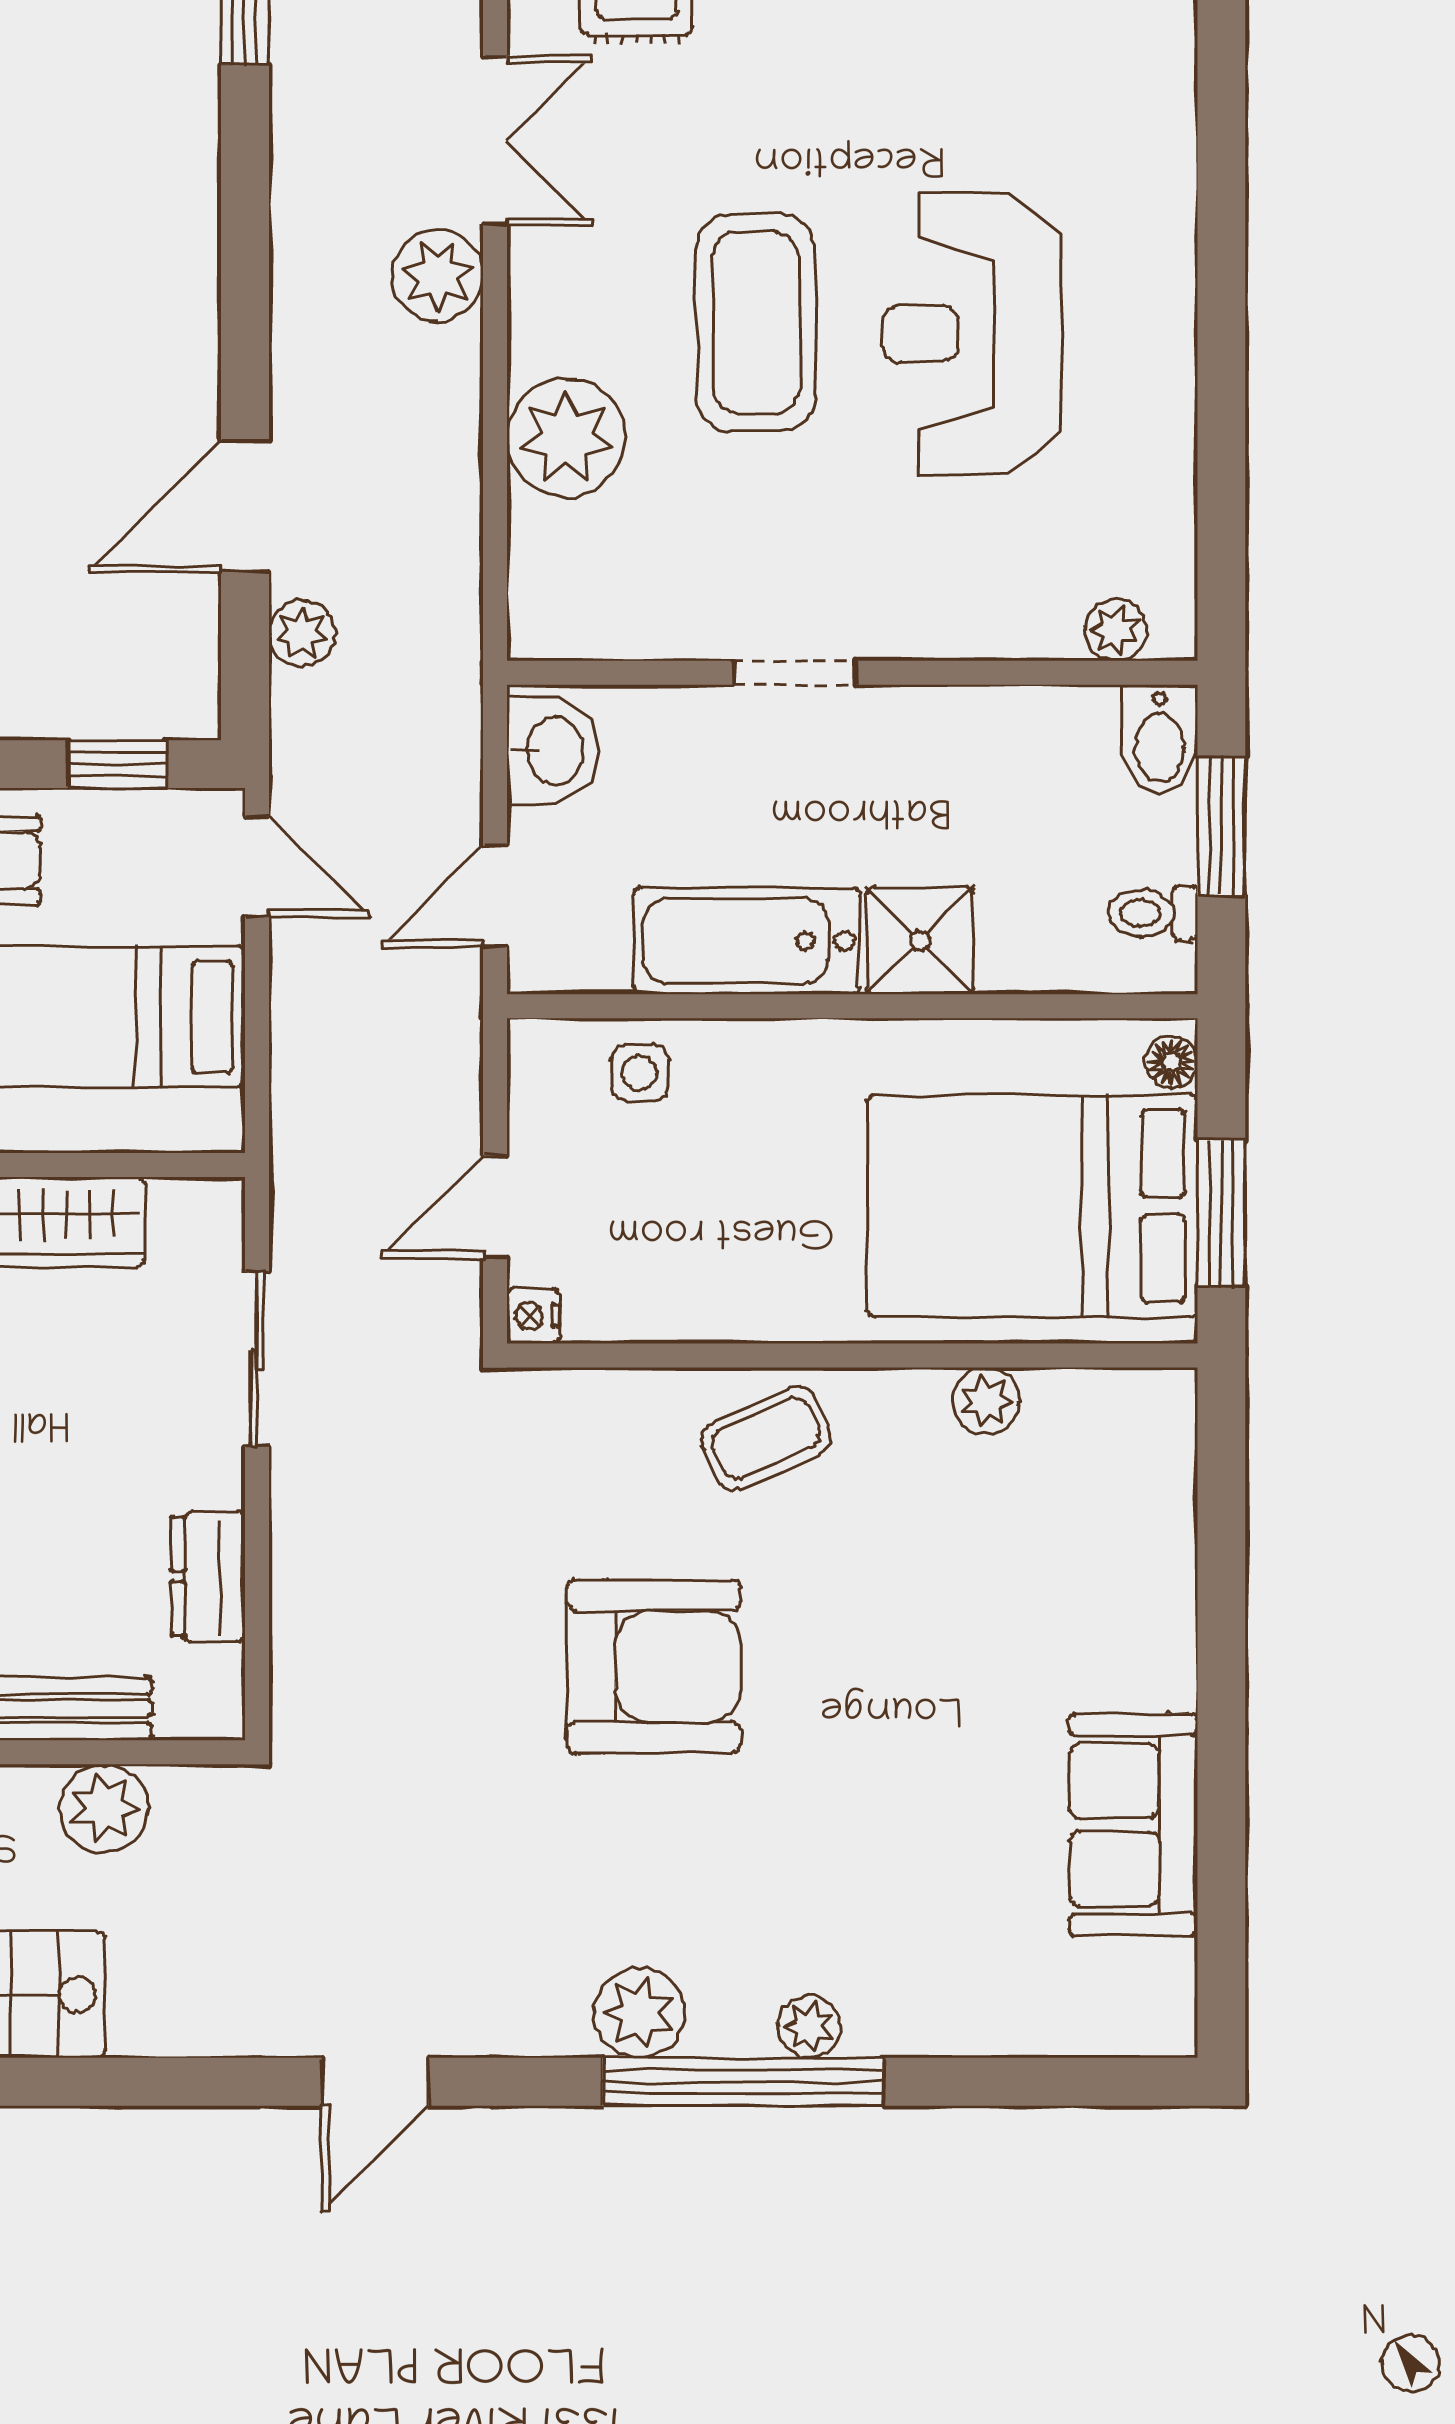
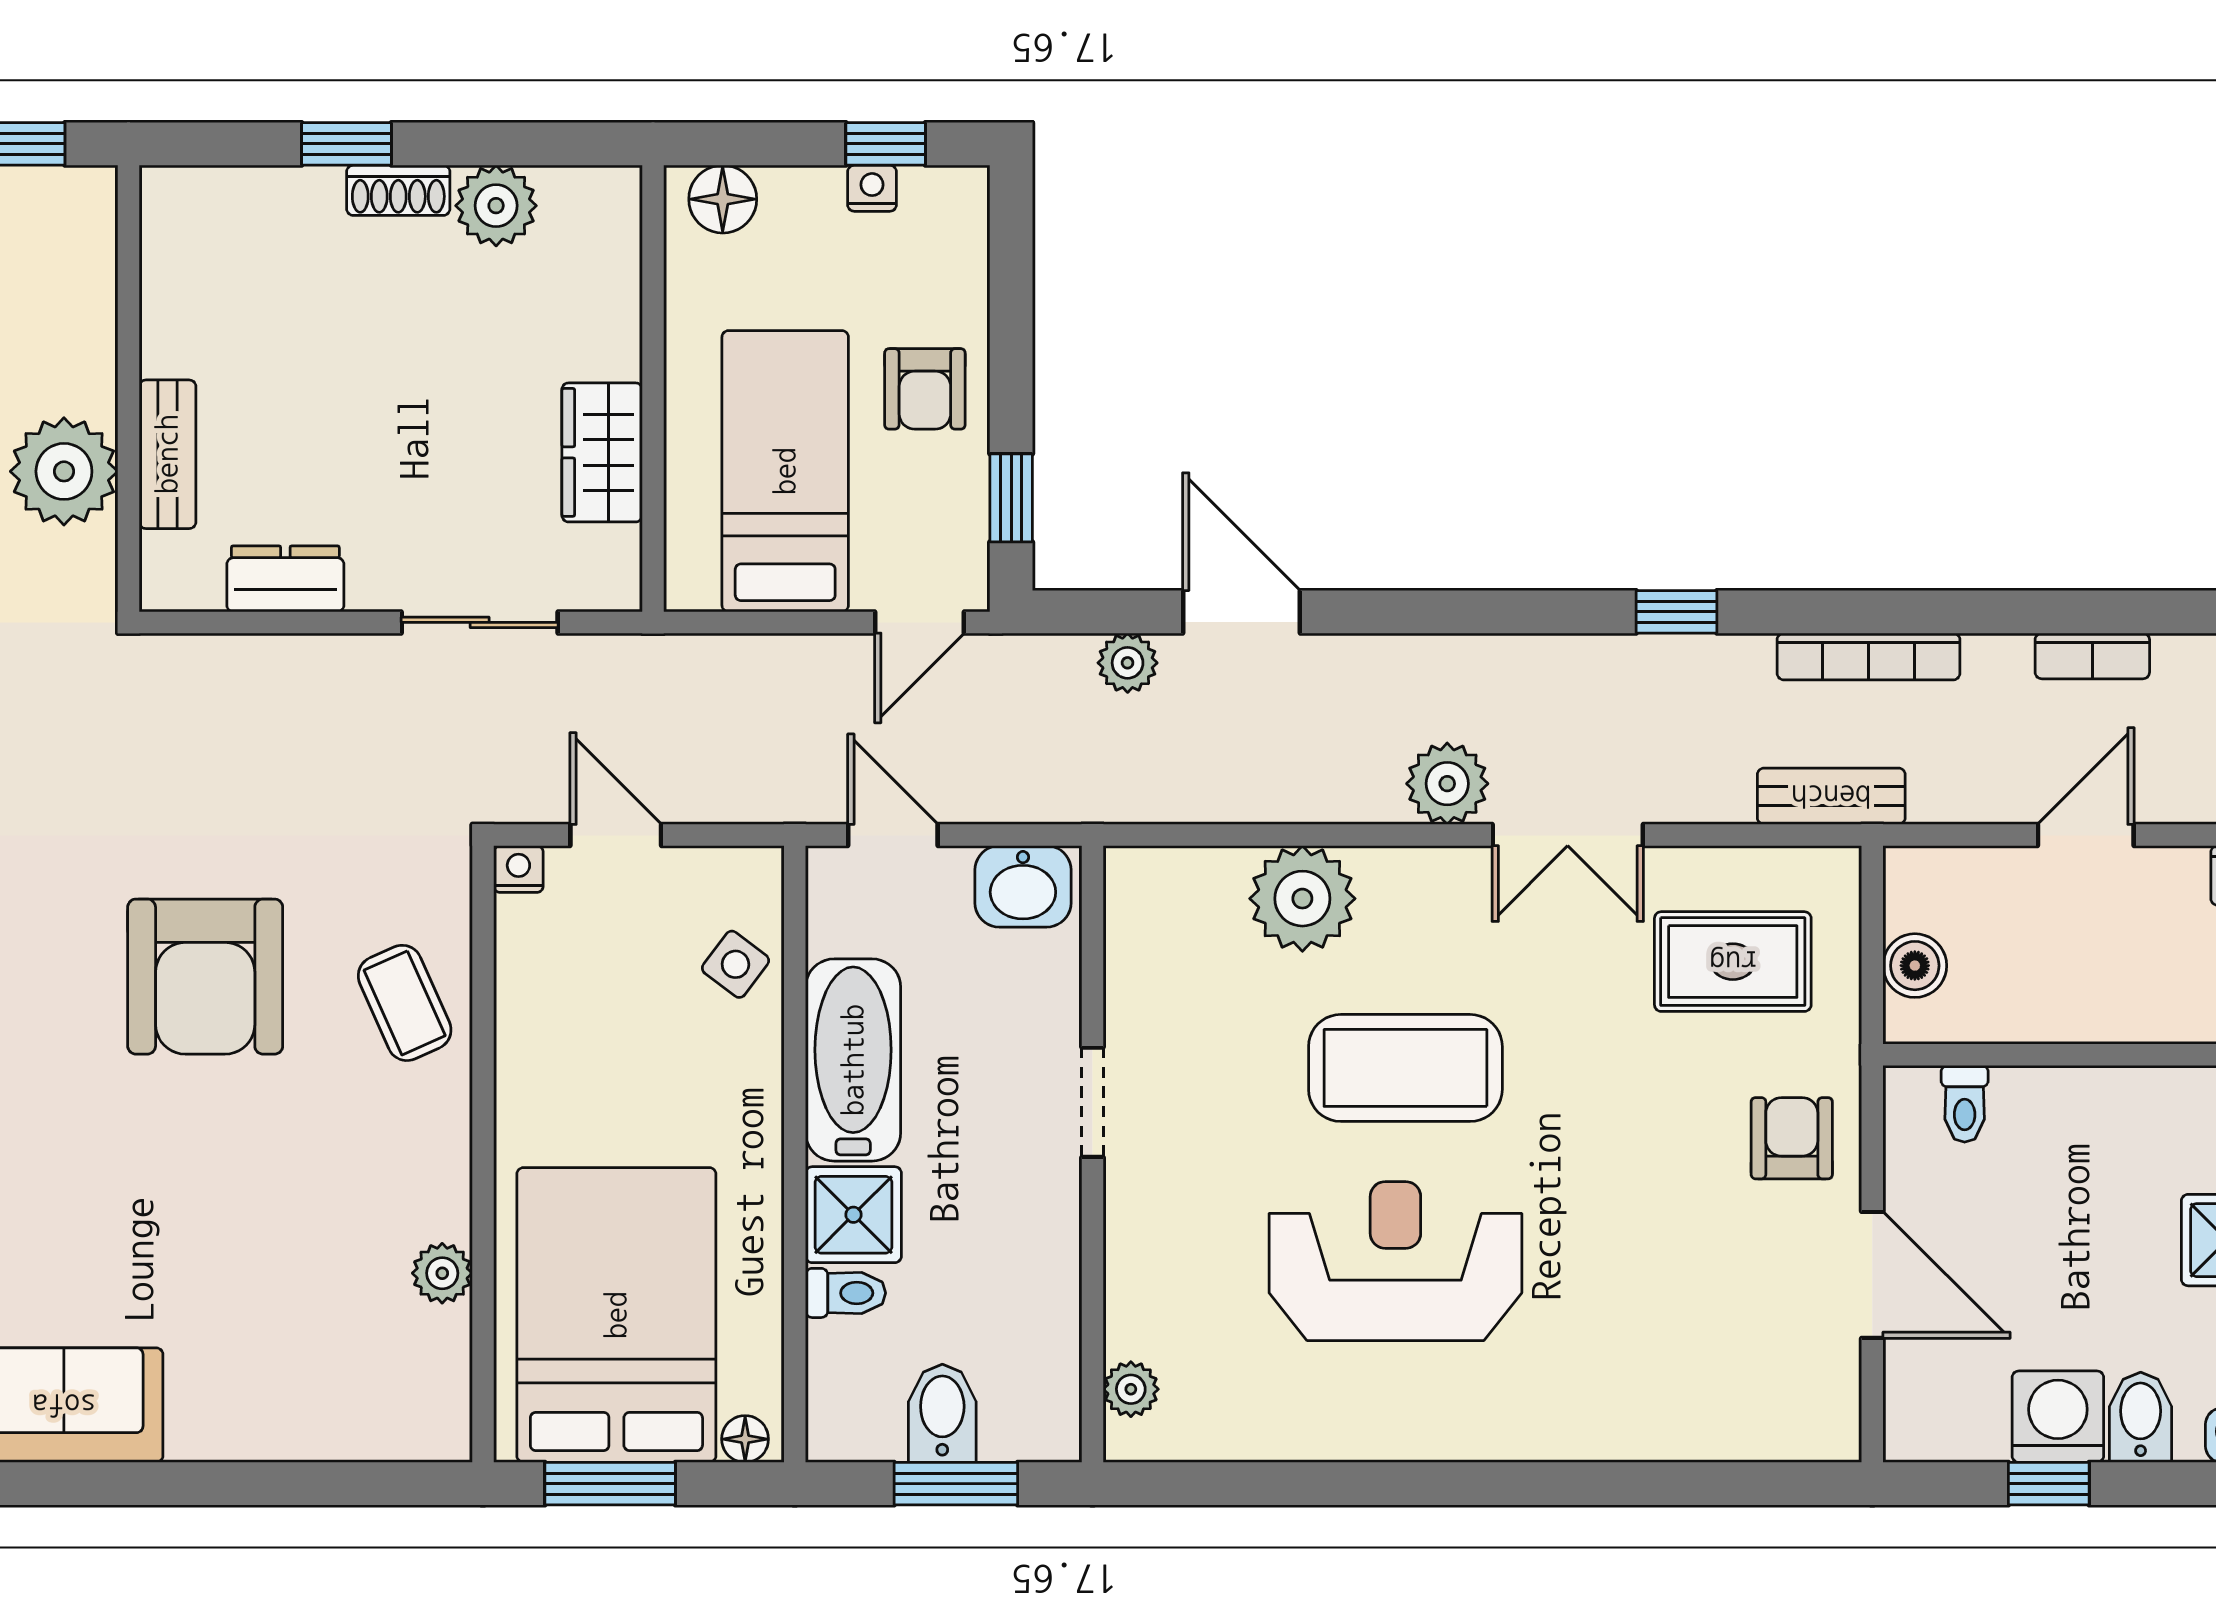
bidet: (1160, 740) -> (942, 1413), moved, turned 90
toilet: (1153, 913) -> (846, 1293), moved, turned 90
side table: (640, 1073) -> (735, 964), turned 37
coffee table: (766, 1438) -> (405, 1003), moved
plant: (104, 1808) -> (64, 471), width x1.36, depth x1.36

